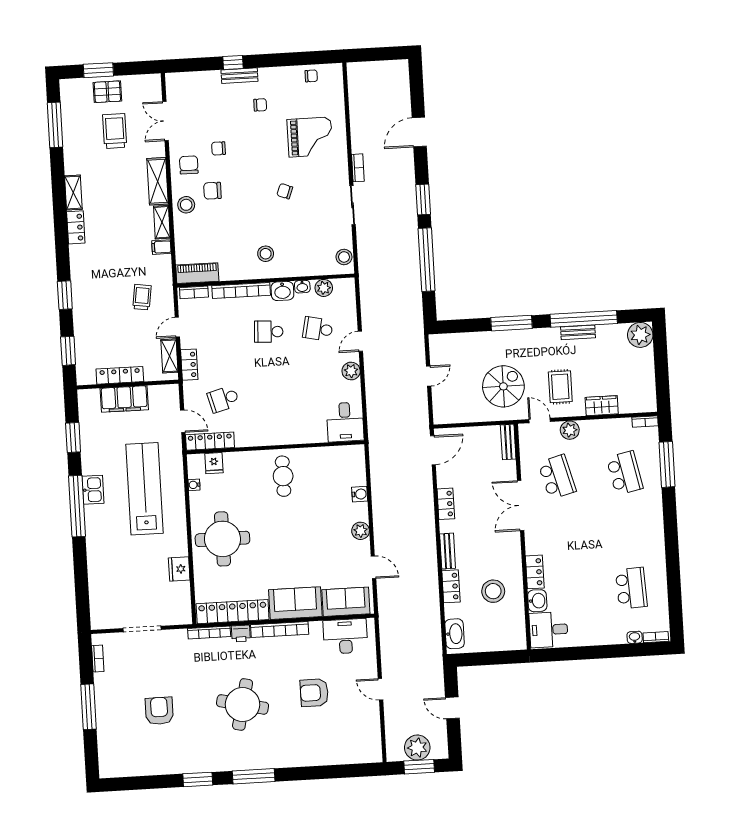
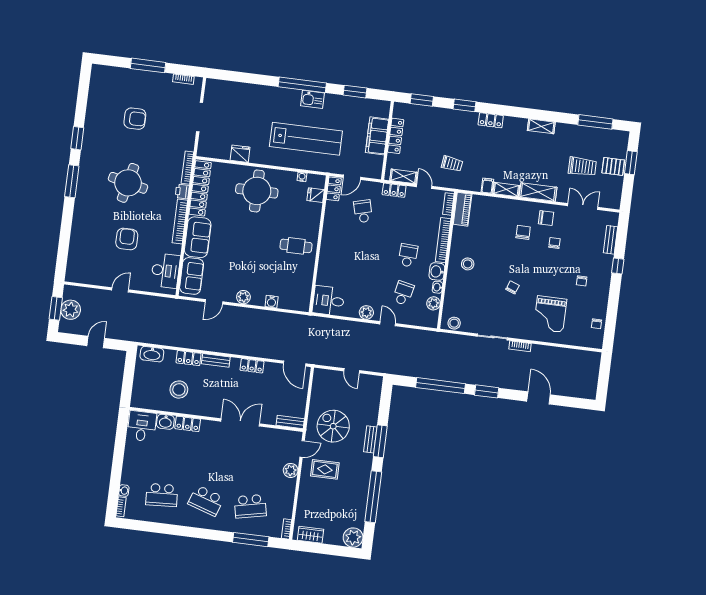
bench: (239, 76) -> (611, 240), moved
pallet: (107, 92) -> (613, 166), turned 90
stool: (186, 205) -> (516, 210), removed
locker: (76, 227) -> (491, 120), moved
bench: (578, 332) -> (370, 439), moved
spiral stairs: (503, 386) -> (333, 426), turned 180
wardrobe: (602, 406) -> (310, 535), moved, turned -90
locker: (210, 441) -> (334, 189), width x0.66
school desk: (557, 477) -> (206, 501), moved, turned 33

